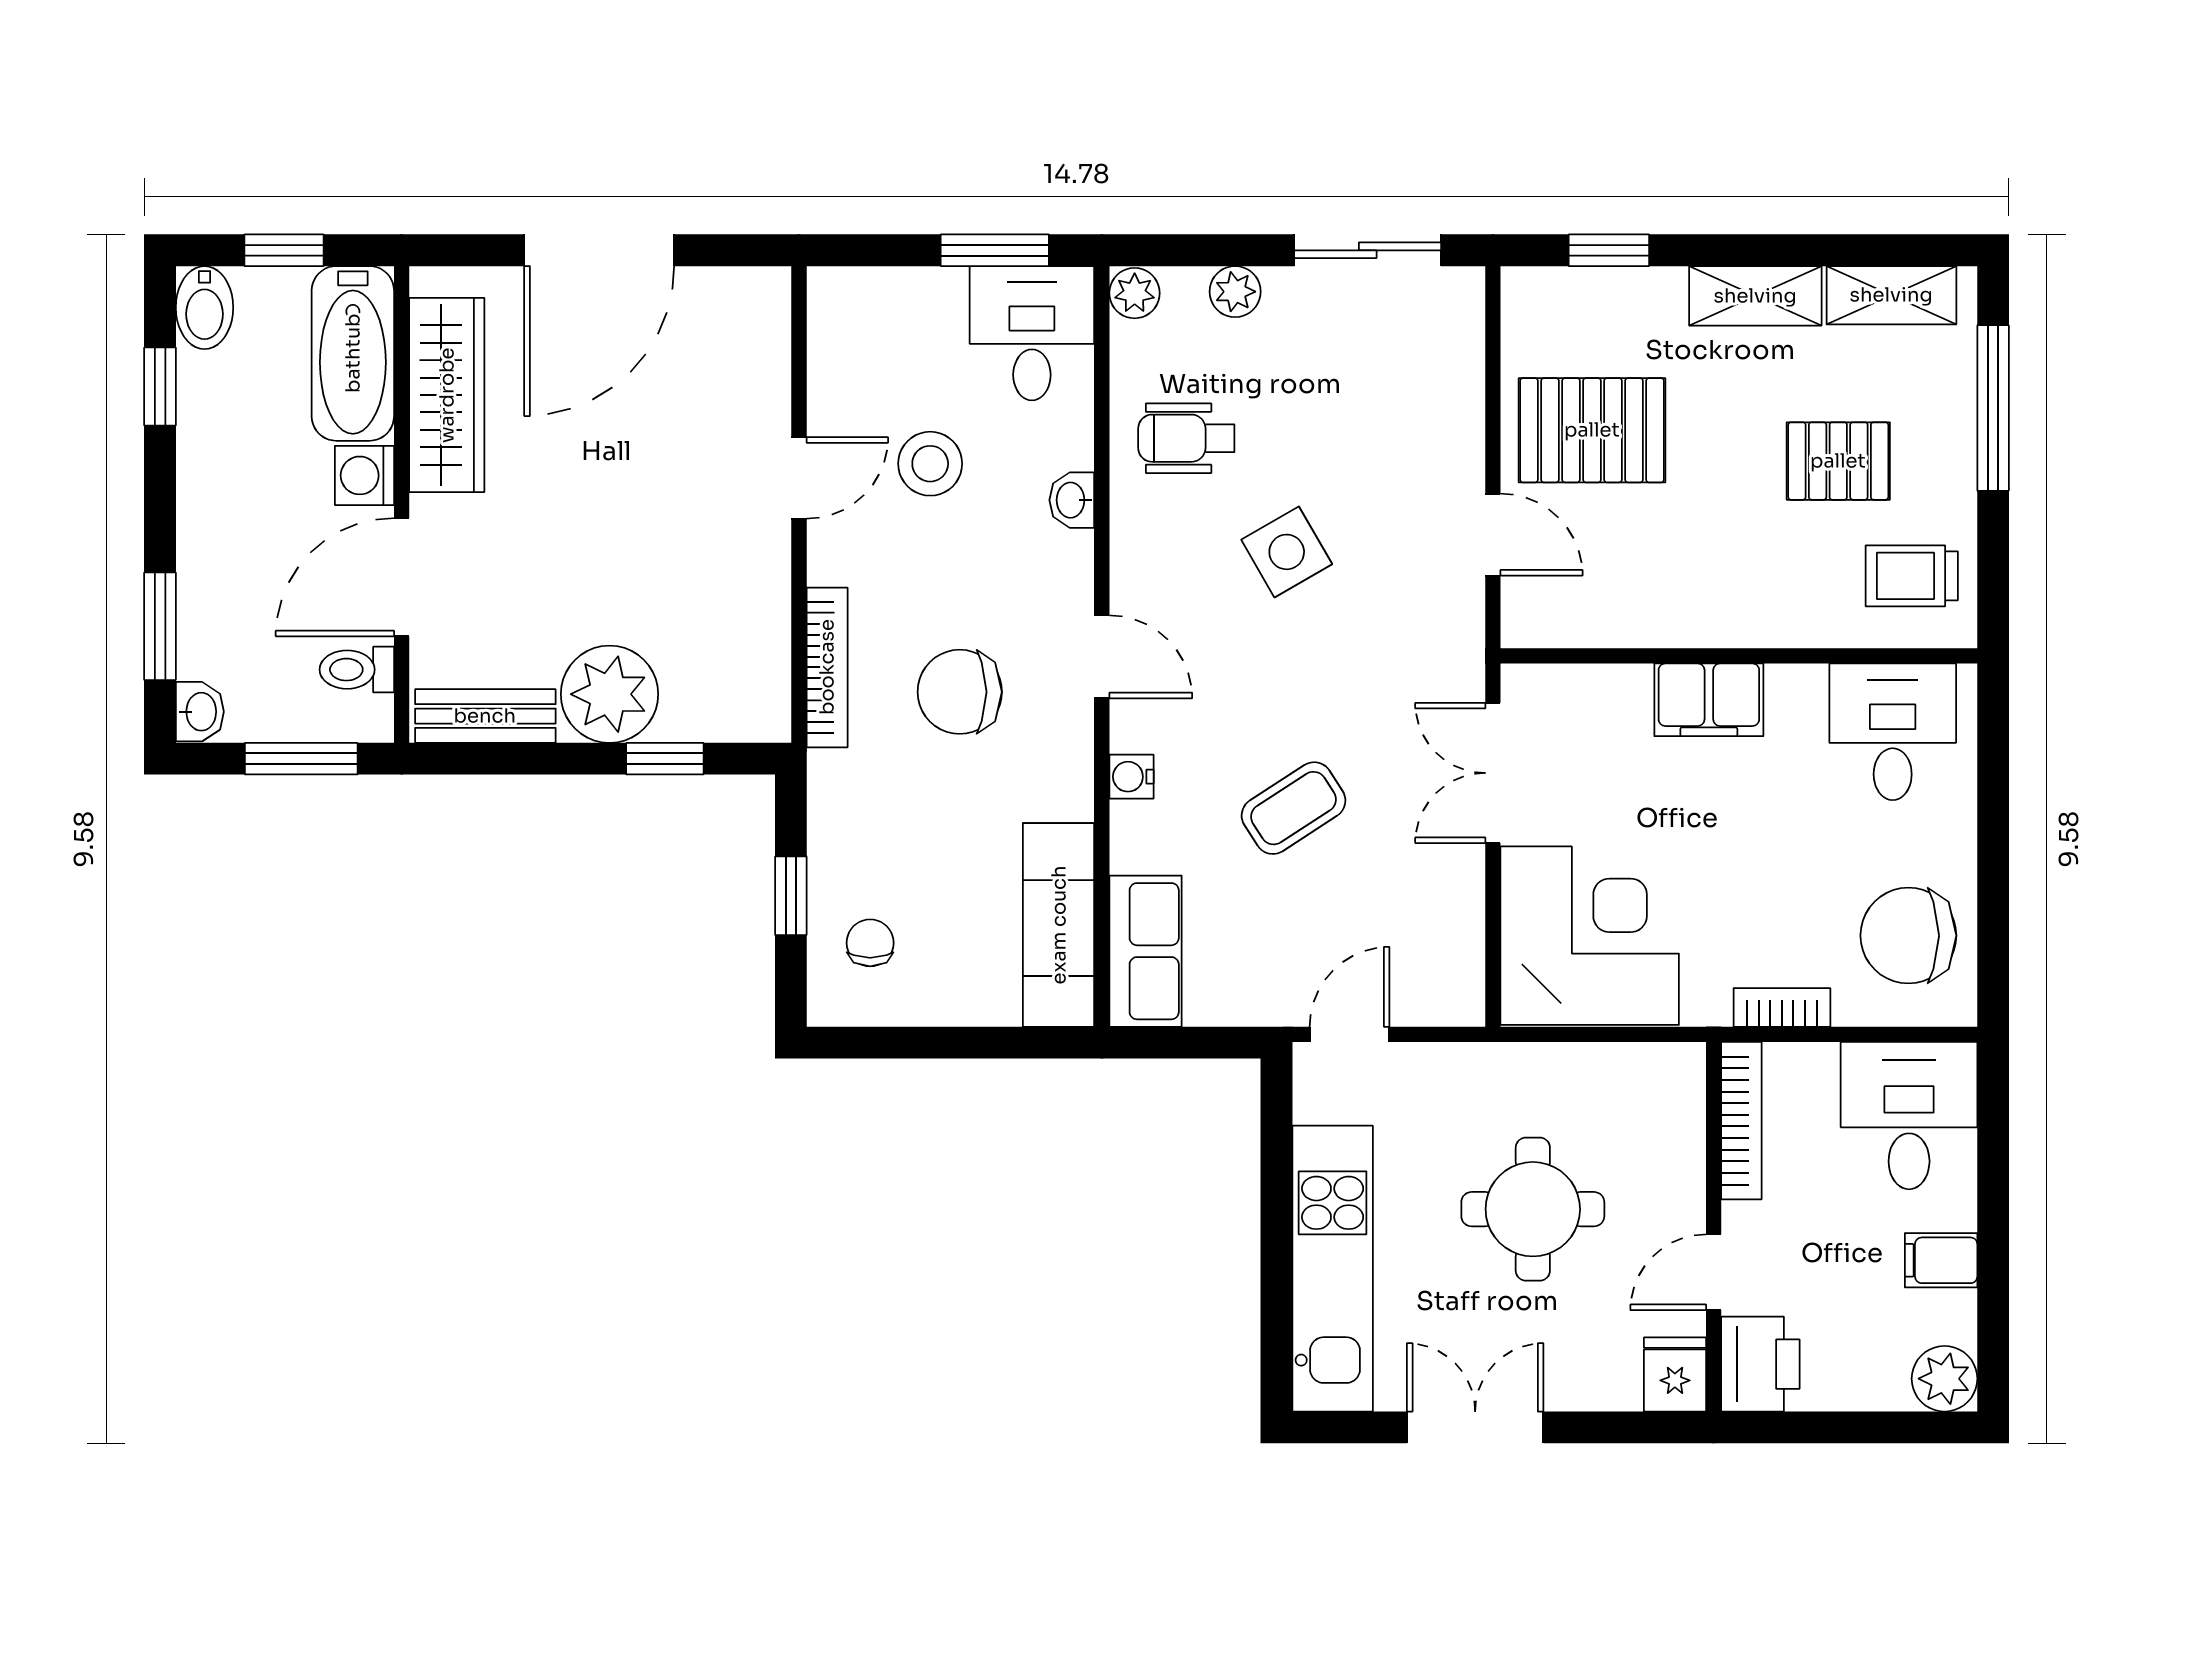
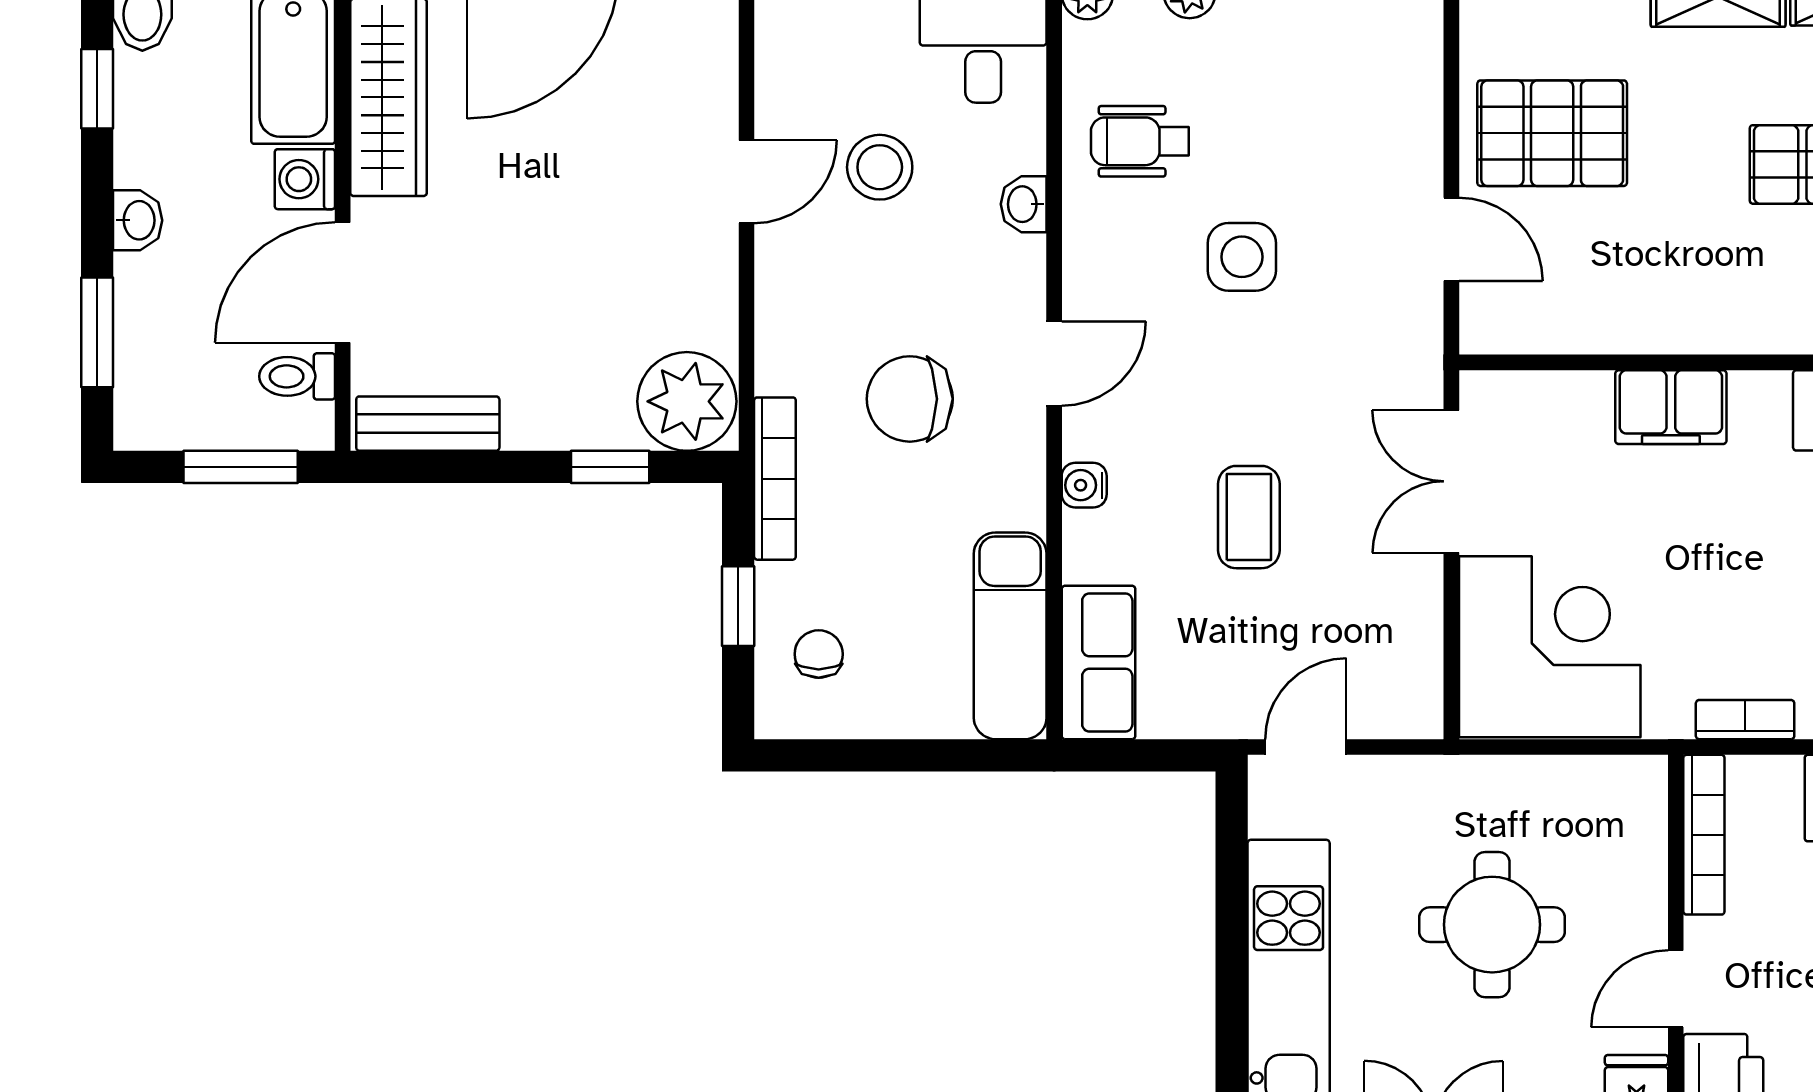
side table: (1287, 552) -> (1242, 257), turned 30
door: (1102, 657) -> (1054, 363), hinge flipped
bookcase: (827, 667) -> (775, 479), moved
plant: (609, 694) -> (687, 401), moved
washbasin: (200, 712) -> (138, 220), moved
coffee table: (1293, 808) -> (1249, 517), turned -57

